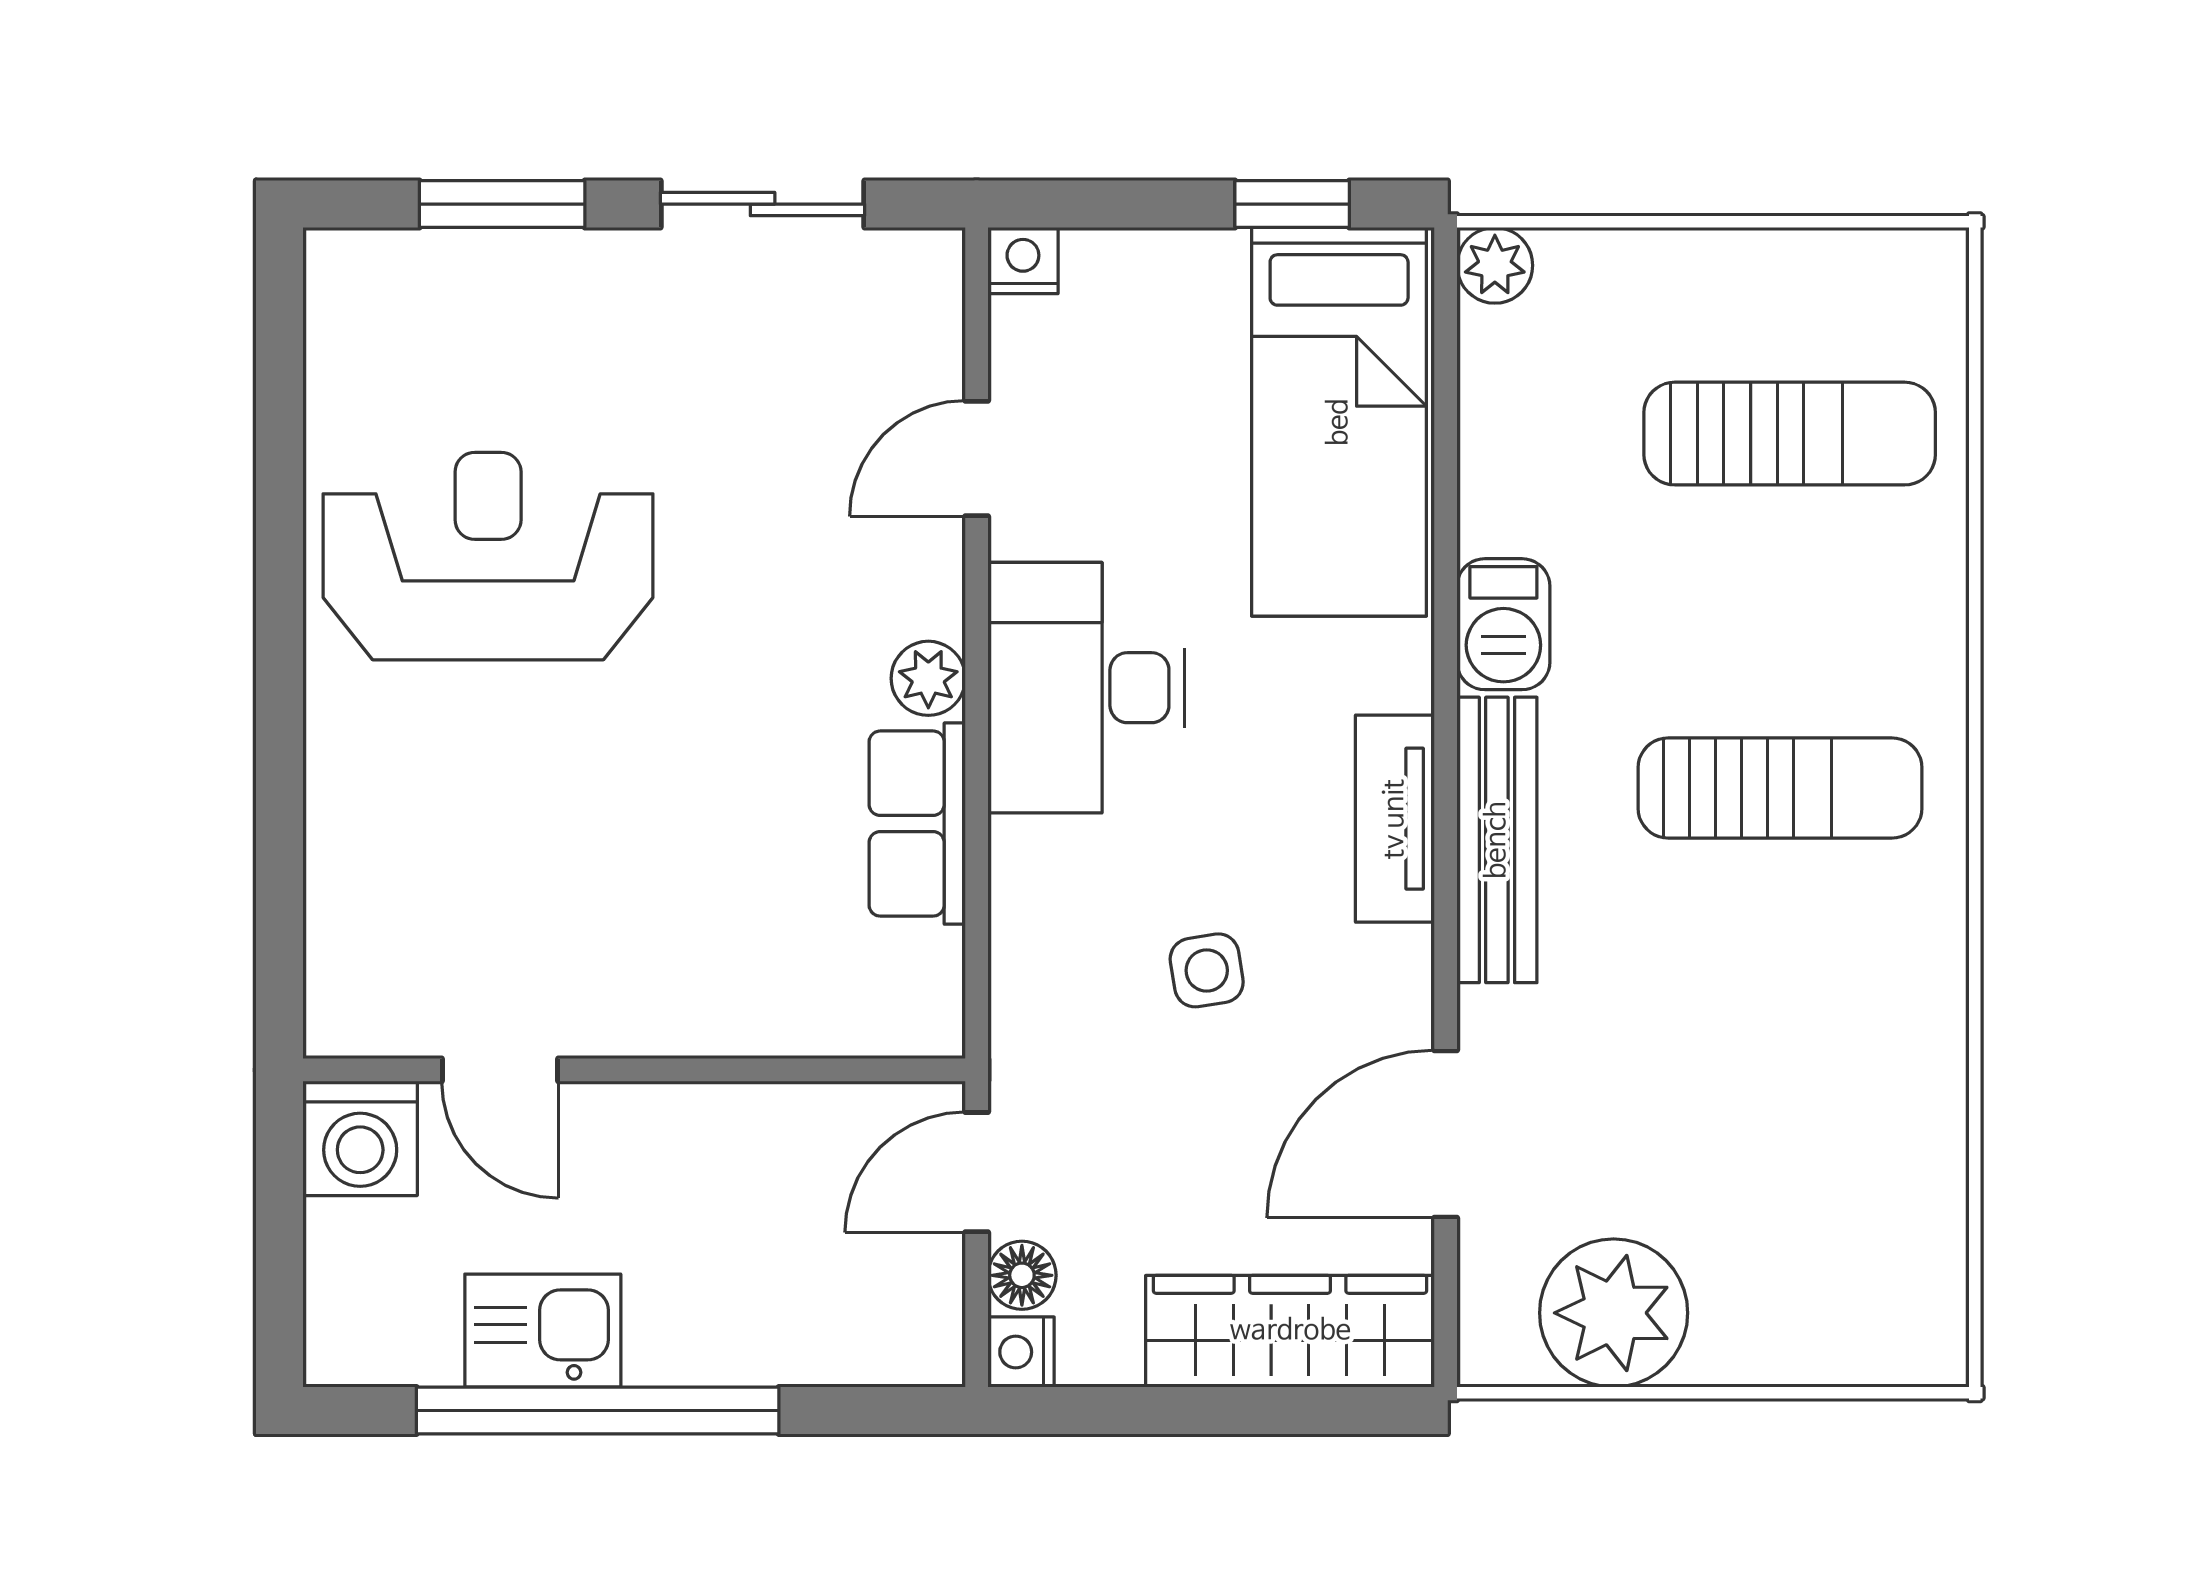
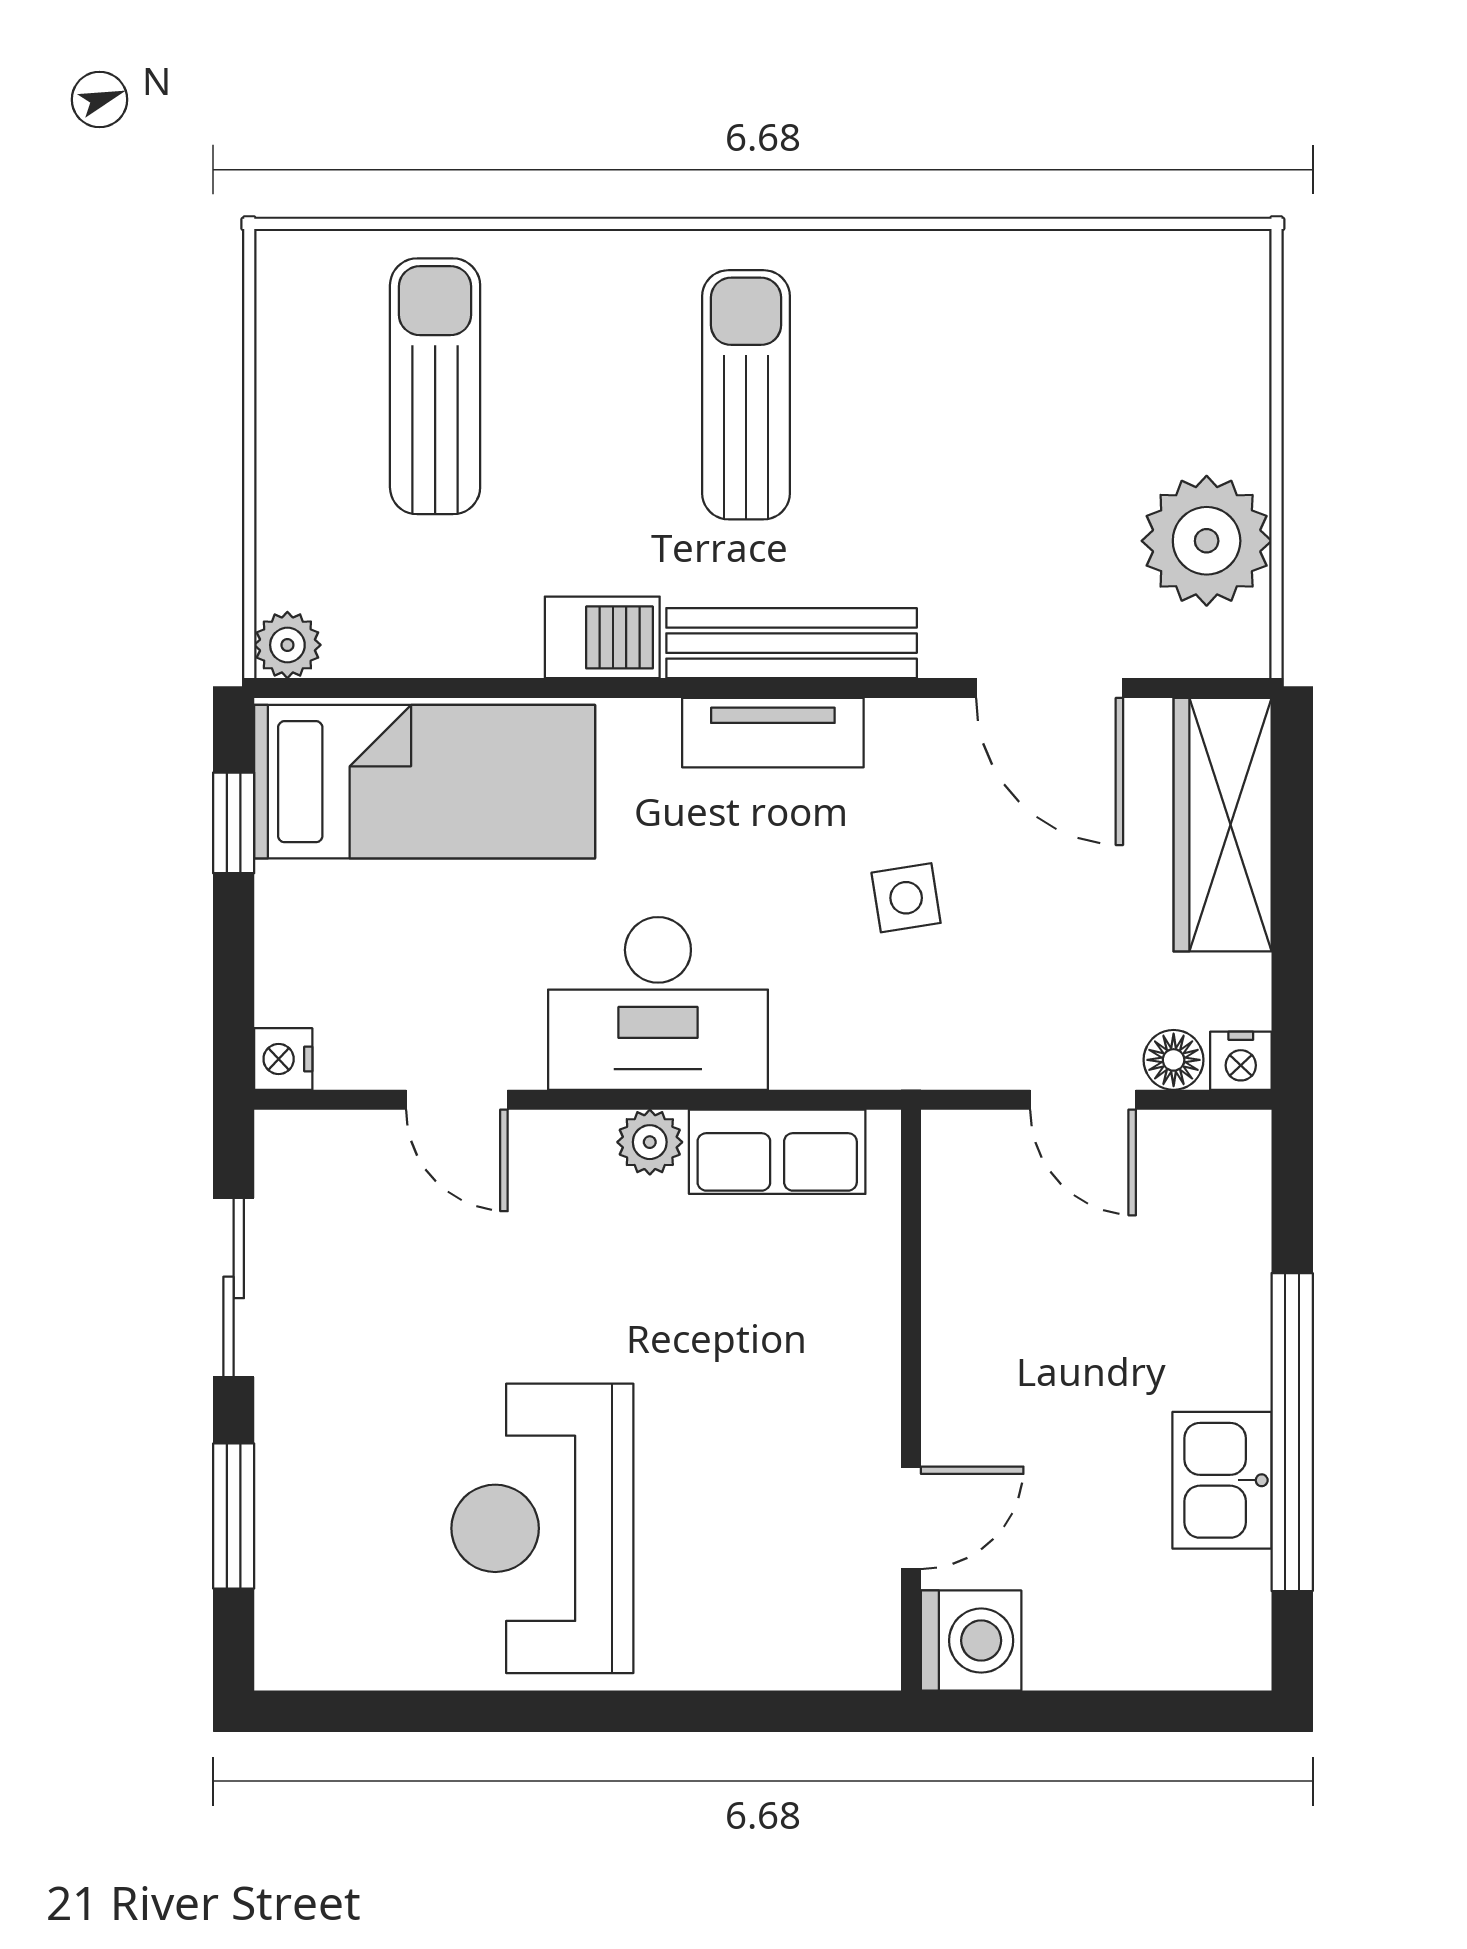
door: (500, 1070) -> (911, 1518), moved
wall: (634, 1070) -> (911, 1400), moved
washing machine: (360, 1138) -> (971, 1641), moved

